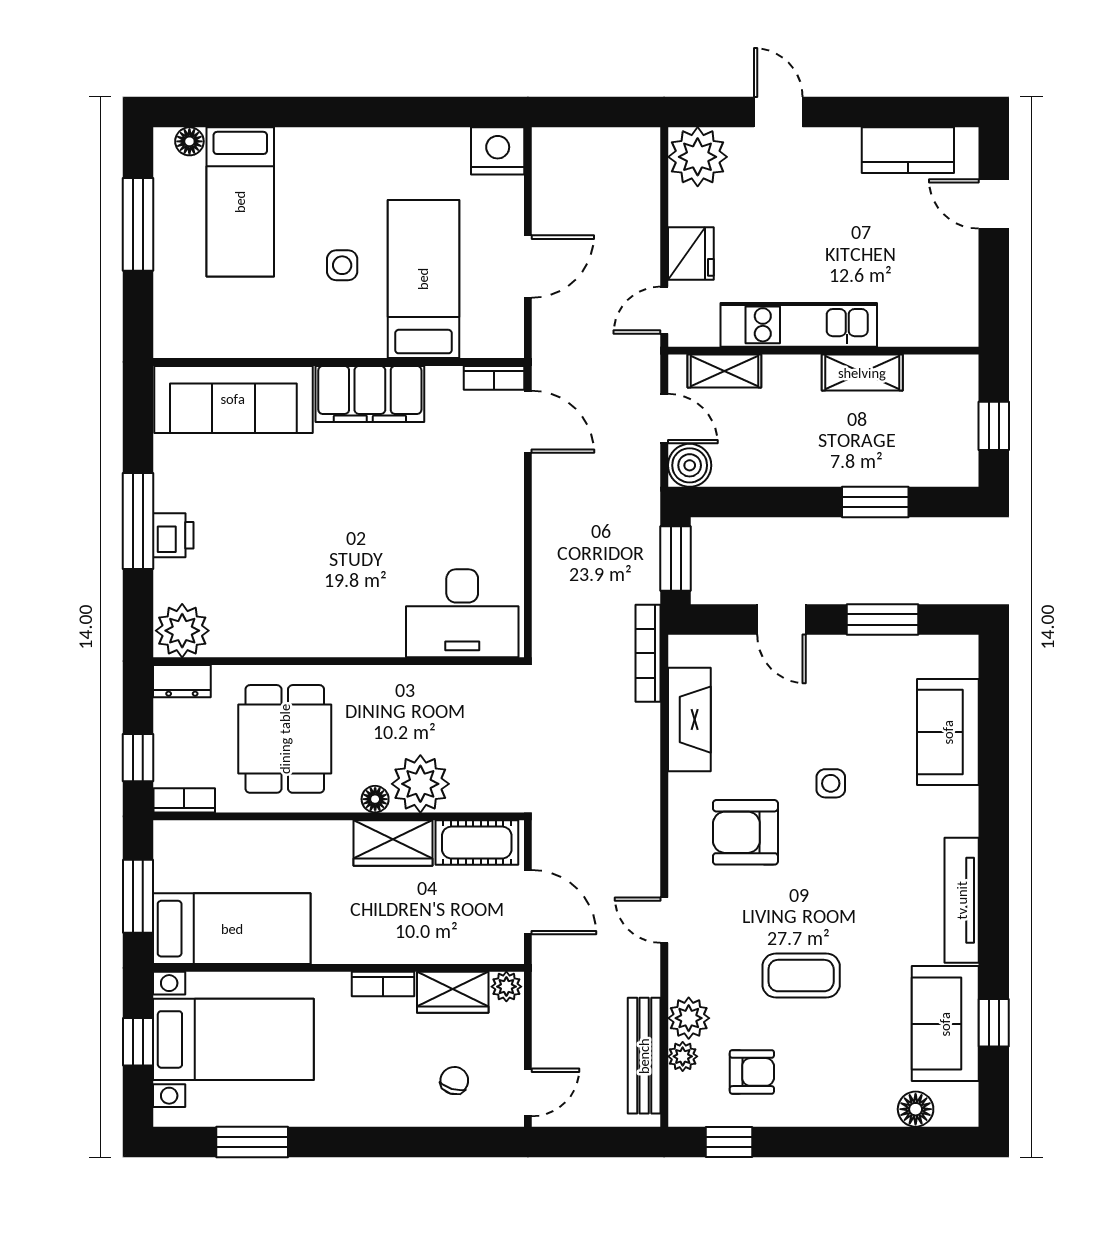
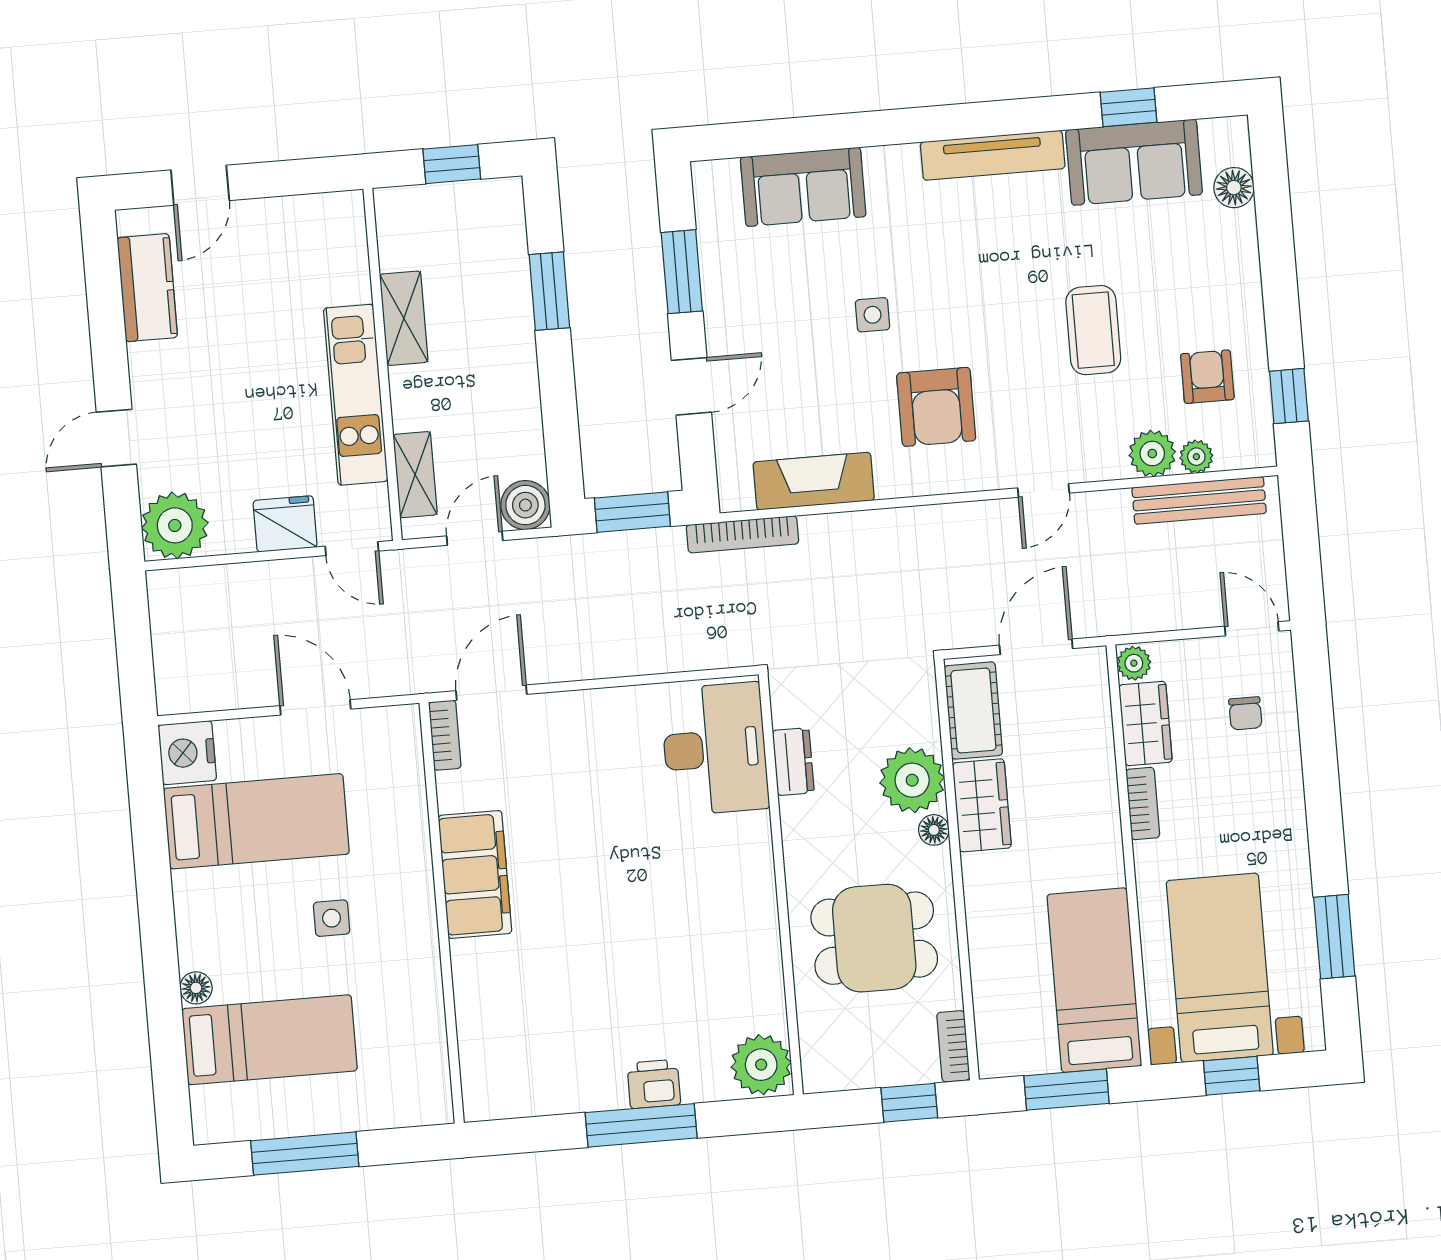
floor lamp: (189, 141) -> (196, 988), moved
bed: (423, 279) -> (256, 821), moved, turned 180
sofa: (233, 399) -> (494, 1029), removed
dresser: (182, 681) -> (793, 762), moved
chair: (454, 1081) -> (1245, 713), turned -107

